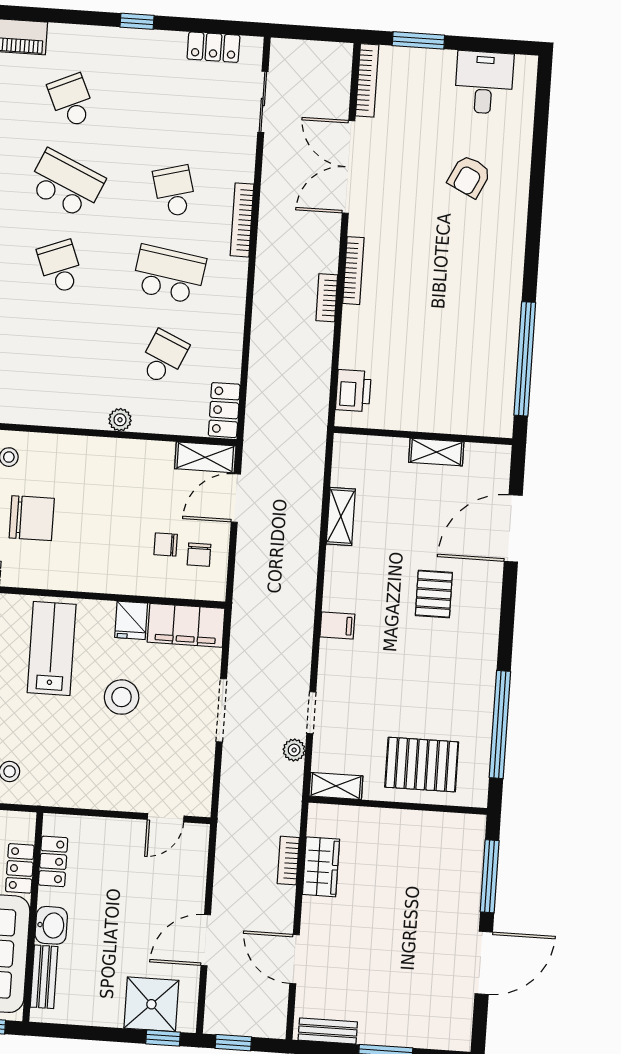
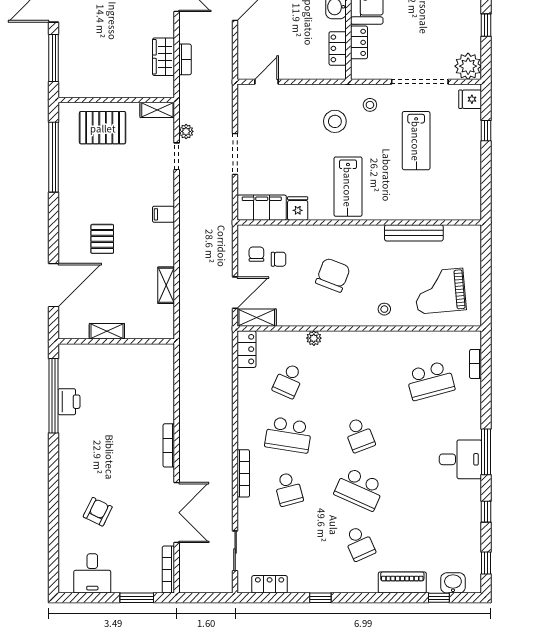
bookcase: (327, 298) -> (185, 427), removed
printer: (353, 391) -> (69, 402), moved, turned 180
chair: (32, 518) -> (333, 275), moved, turned 111
stool: (122, 697) -> (335, 121), moved

